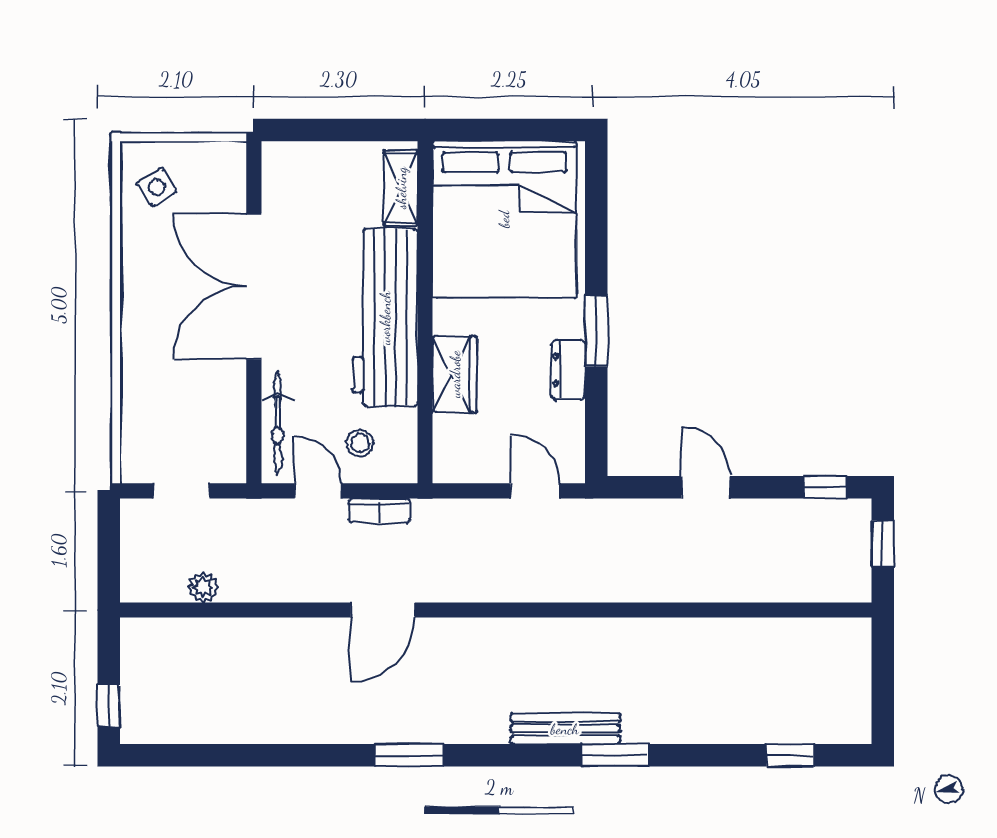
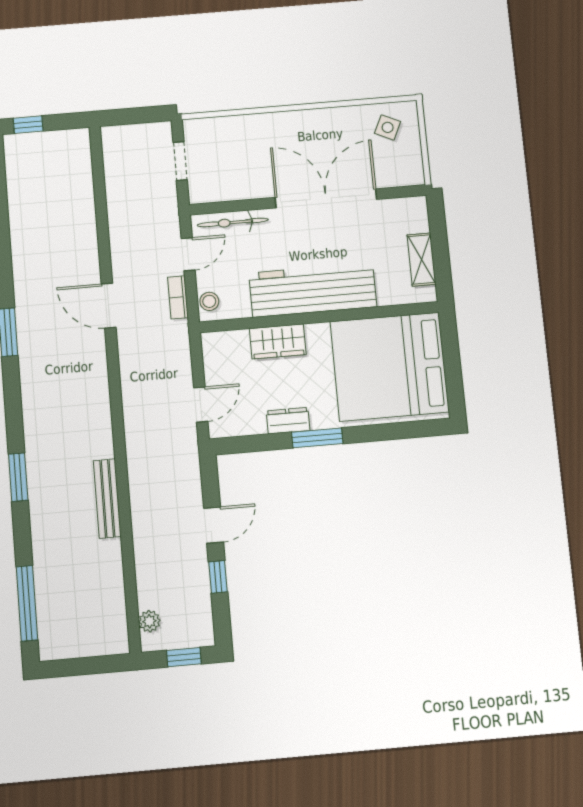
side table: (157, 187) -> (388, 127), turned -33
shelving: (401, 188) -> (421, 259), moved, turned 90
stool: (360, 443) -> (209, 301), moved
window: (825, 487) -> (218, 577), moved
plant: (203, 587) -> (149, 621), moved
bench: (565, 729) -> (107, 499), moved
window: (790, 755) -> (27, 603), width x2.17

